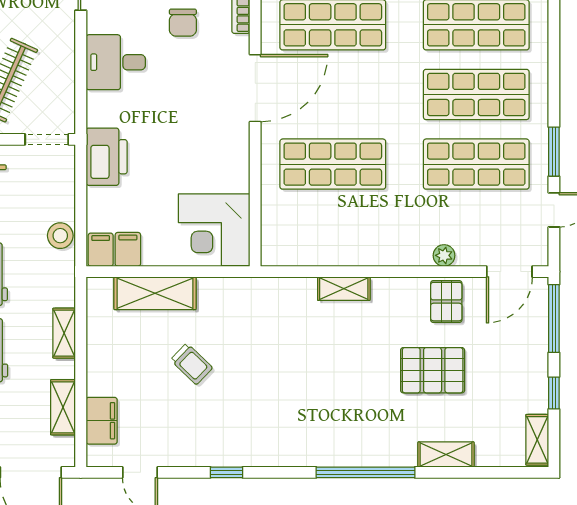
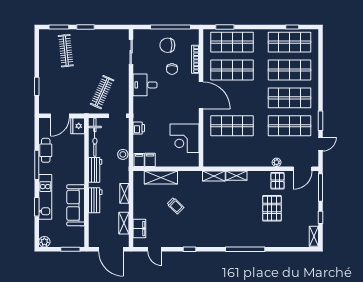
door: (255, 88) -> (201, 95), hinge flipped
printer: (107, 157) -> (139, 128), width x0.53, depth x0.68
corner desk: (214, 230) -> (184, 138), moved
pallet: (433, 370) -> (272, 208), turned 90
shelving: (446, 454) -> (214, 176), moved

